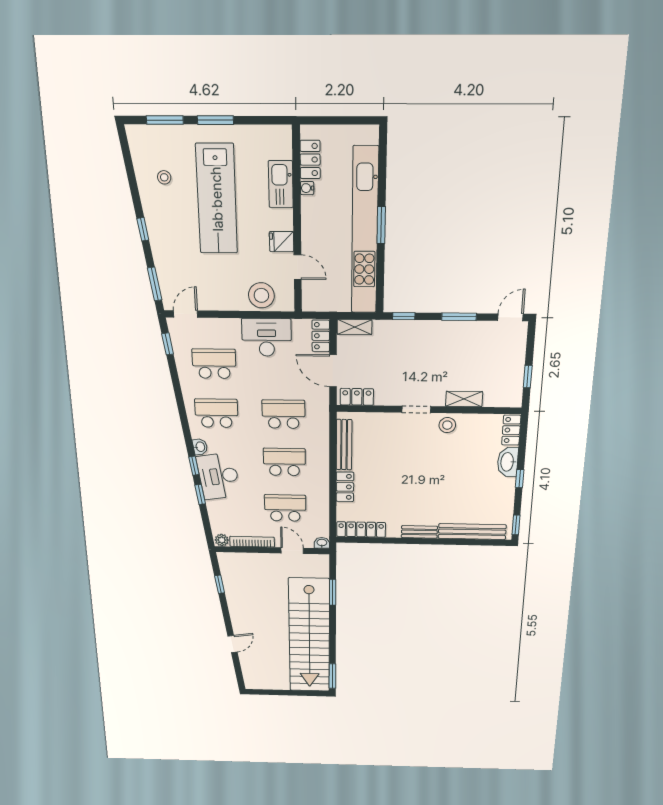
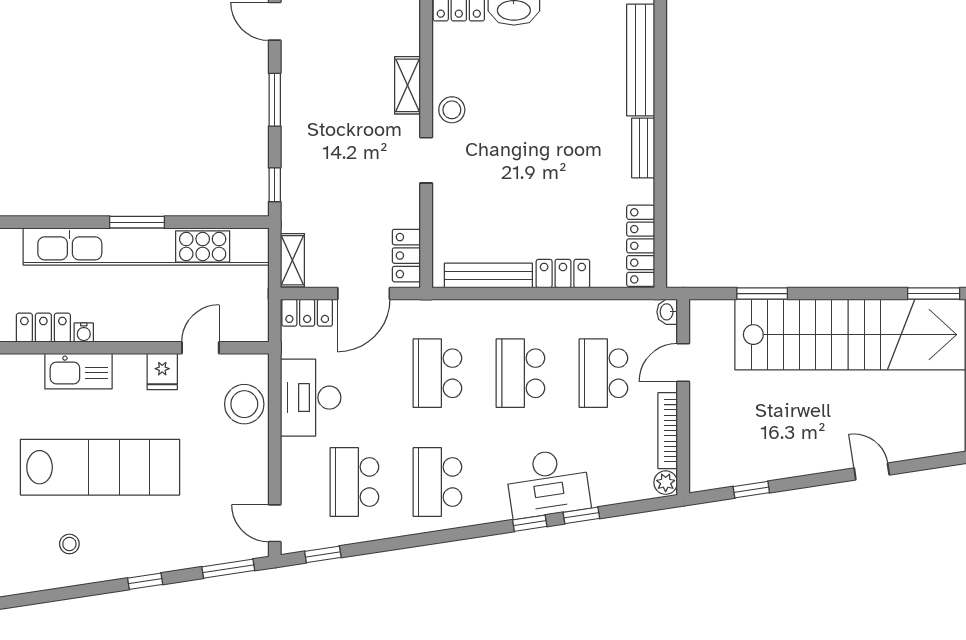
washbasin: (200, 447) -> (496, 511), removed

